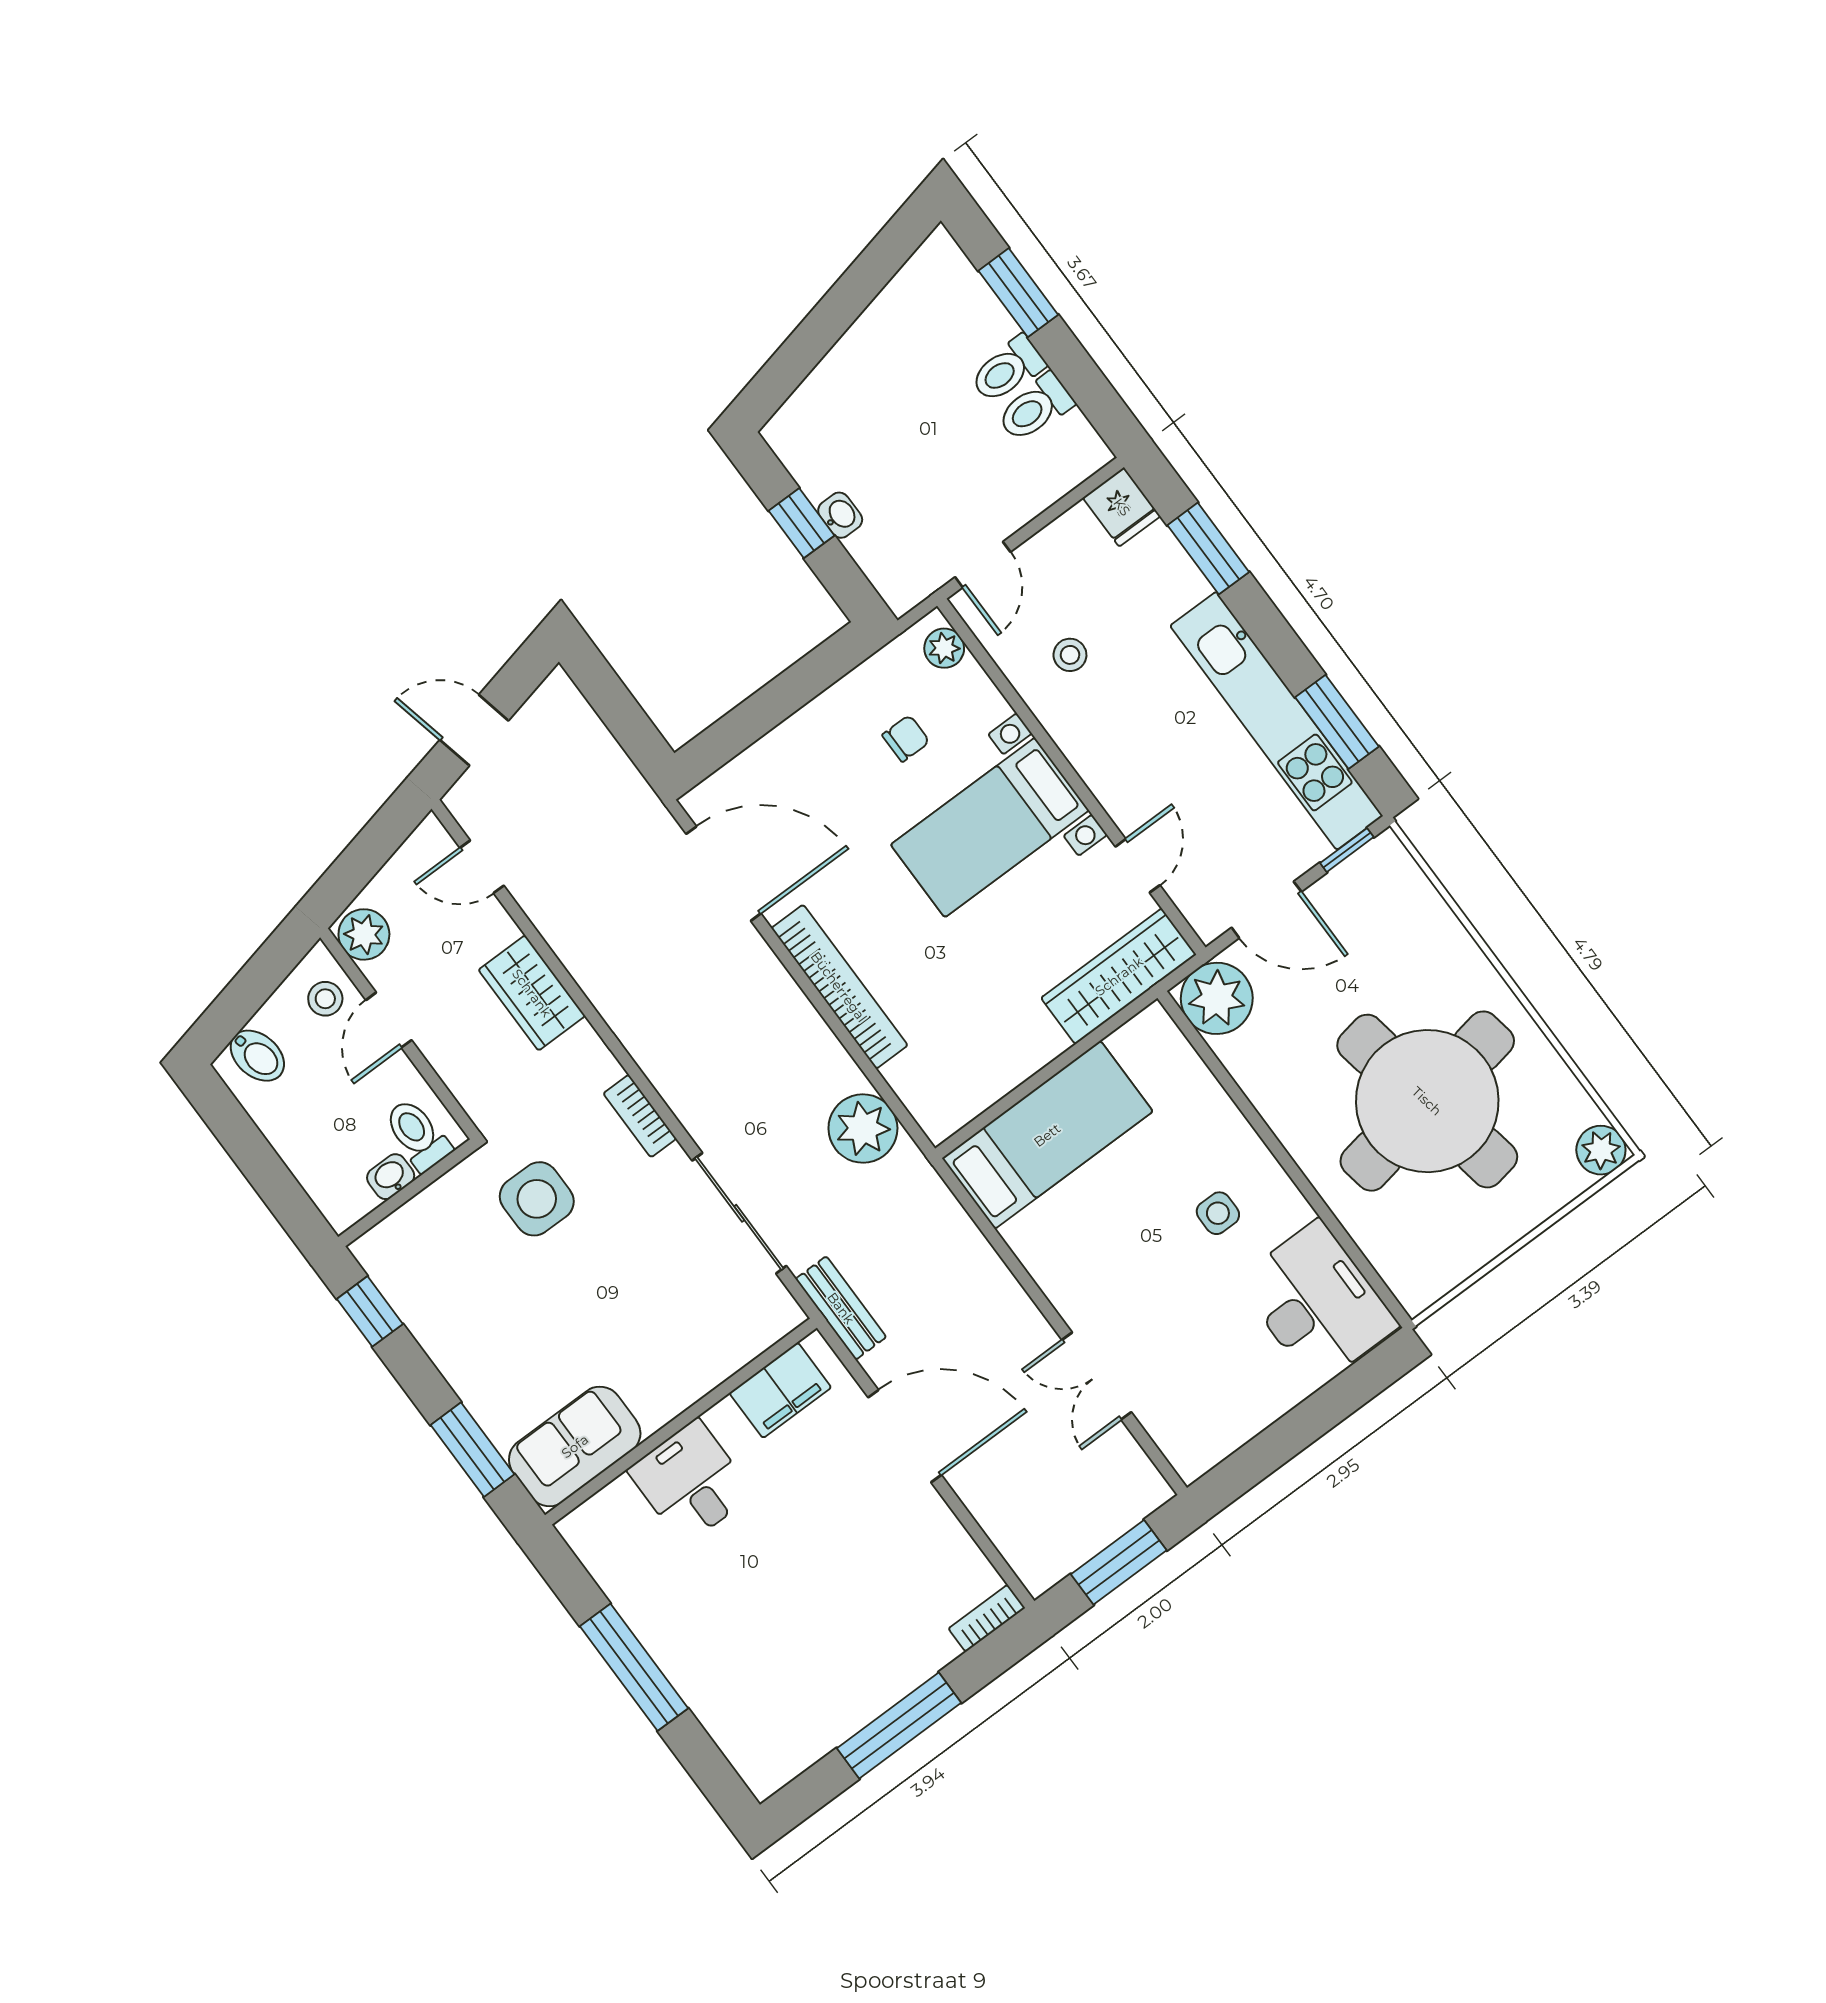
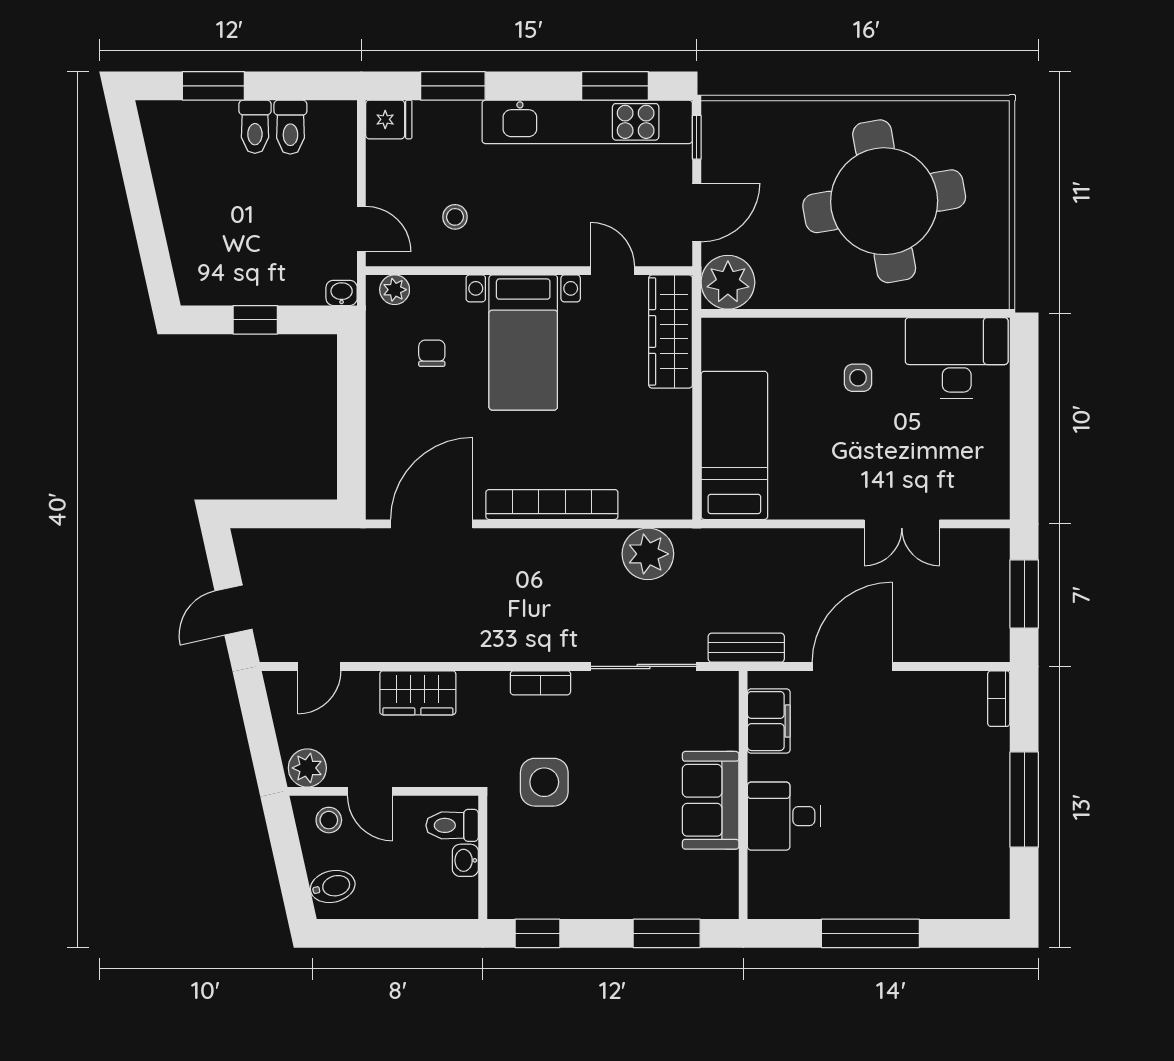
washbasin: (840, 515) -> (342, 293), moved
plant: (1601, 1150) -> (992, 118), removed
sofa: (575, 1446) -> (711, 800), moved

